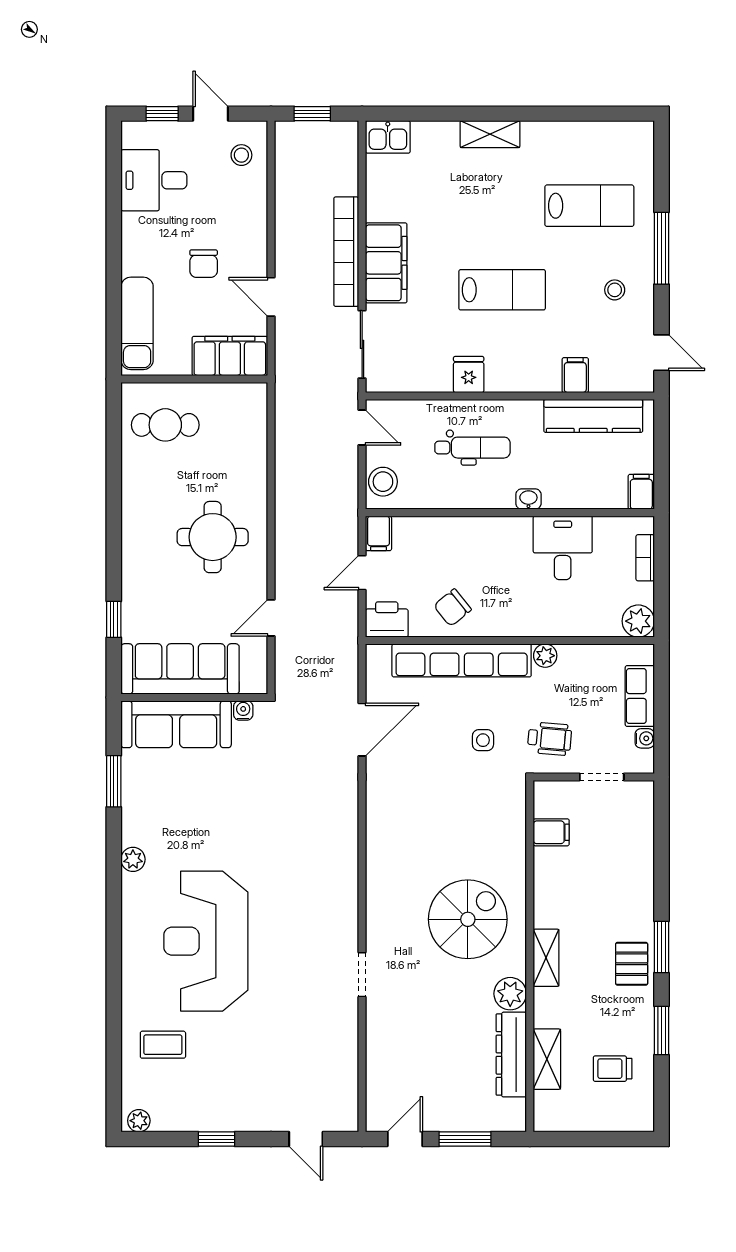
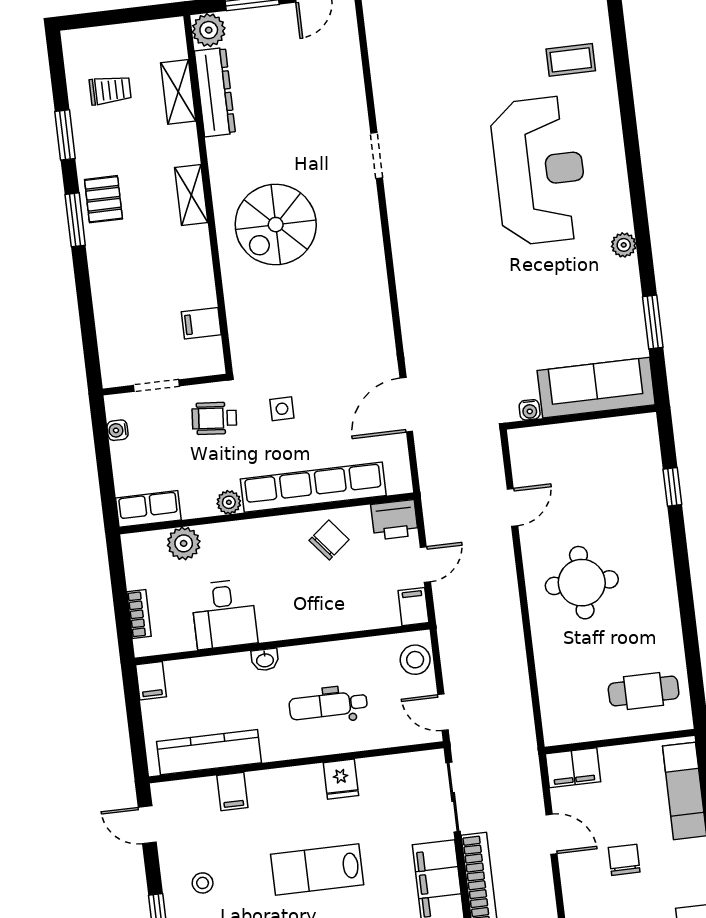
filing cabinet: (230, 356) -> (573, 768), width x0.67, depth x0.86
plant: (638, 621) -> (184, 543), moved
sofa: (180, 669) -> (599, 445), removed
row of seats: (640, 696) -> (148, 509), moved, turned -90
plant: (510, 994) -> (209, 30), moved

